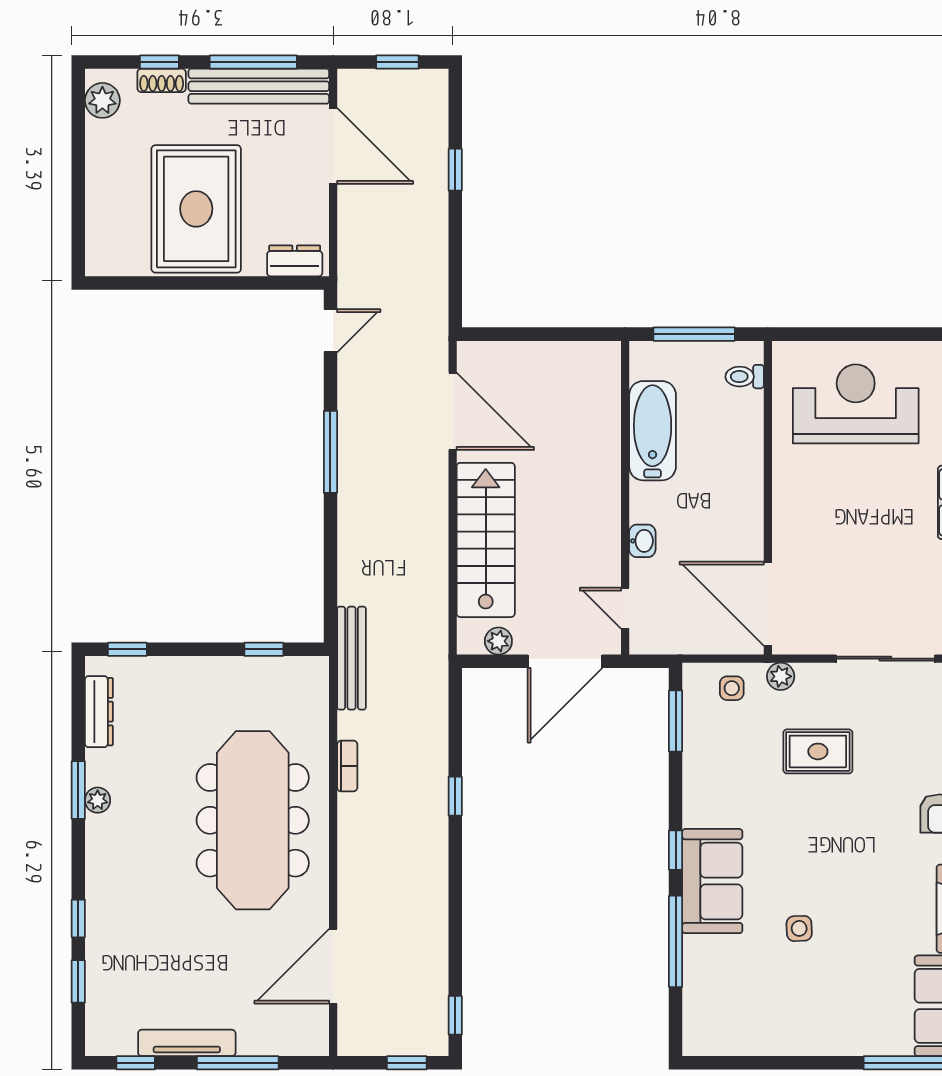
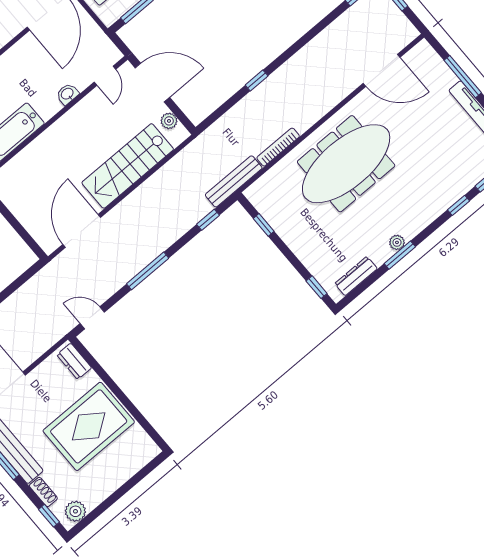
window: (159, 62) -> (49, 516), moved
window: (330, 584) -> (208, 220), added
bookcase: (347, 766) -> (278, 147), width x1.56

